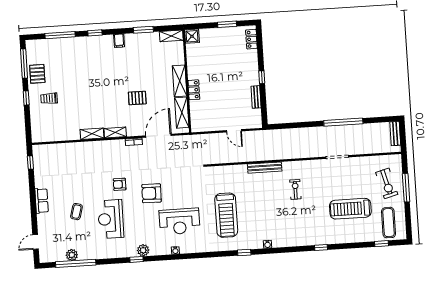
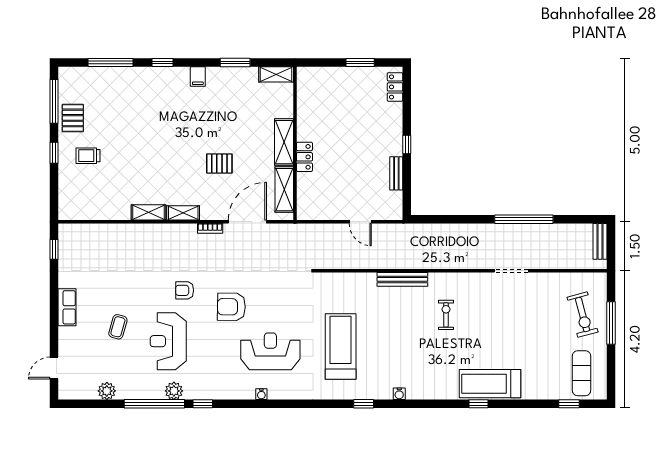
shower: (192, 36) -> (307, 77), removed
treadmill: (350, 209) -> (490, 384), moved
treadmill: (226, 215) -> (341, 347), turned 180
reception desk: (179, 221) -> (270, 351), turned 180
plant: (143, 250) -> (174, 391), moved
window: (76, 263) -> (154, 404), moved

